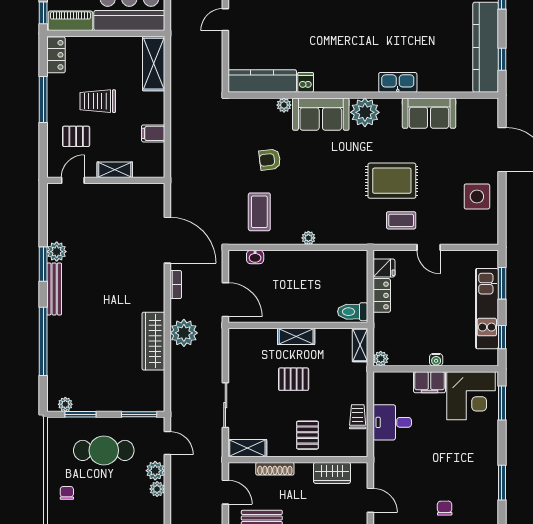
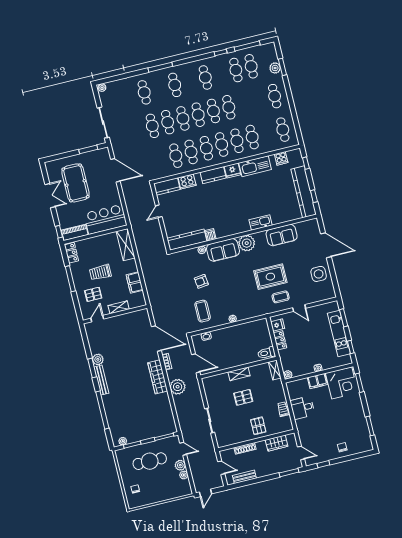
filing cabinet: (153, 133) -> (135, 283), width x2.00
wardrobe: (153, 341) -> (158, 377), moved
shelving: (247, 448) -> (227, 441), removed

